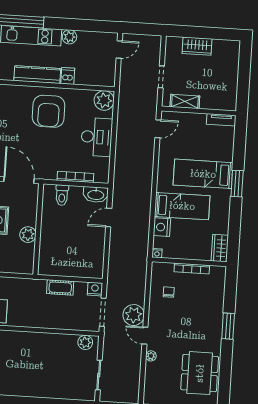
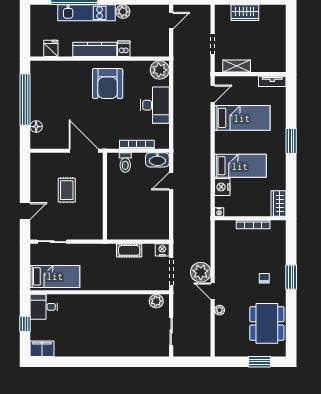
bed: (203, 174) -> (242, 118), moved, turned 180
plant: (28, 235) -> (95, 202), removed
chair: (169, 292) -> (264, 278), moved

